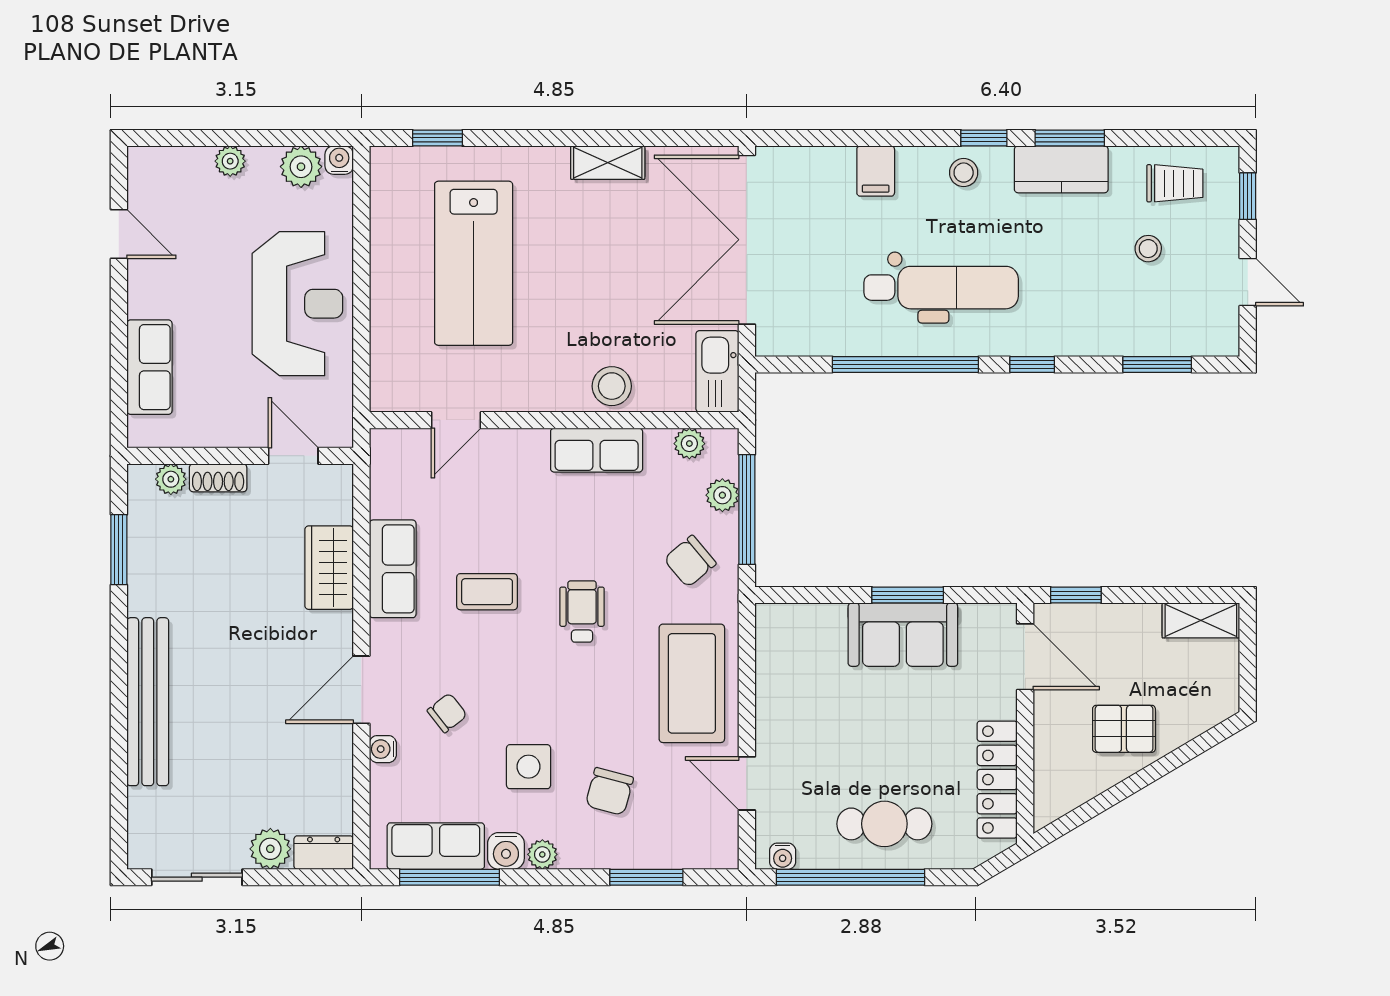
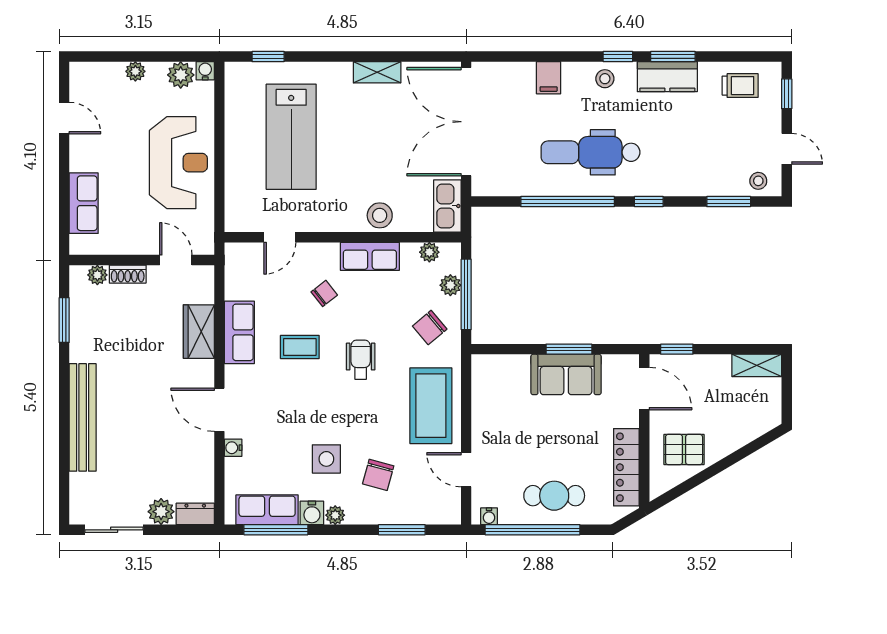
stool: (1148, 249) -> (758, 181), moved
dental chair: (941, 288) -> (590, 152), turned 180
door: (361, 690) -> (219, 410), hinge flipped
chair: (447, 713) -> (324, 293), moved
pallet: (1124, 729) -> (684, 450), moved

